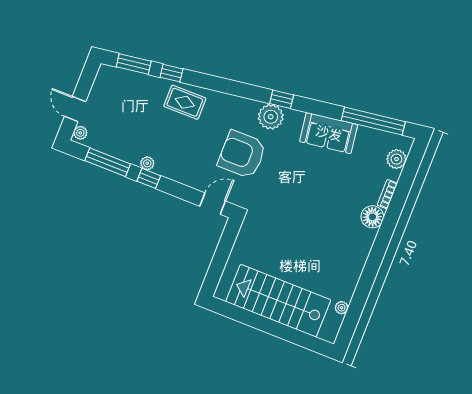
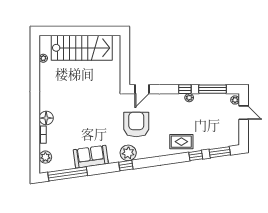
armchair: (242, 154) -> (136, 124), turned -90

